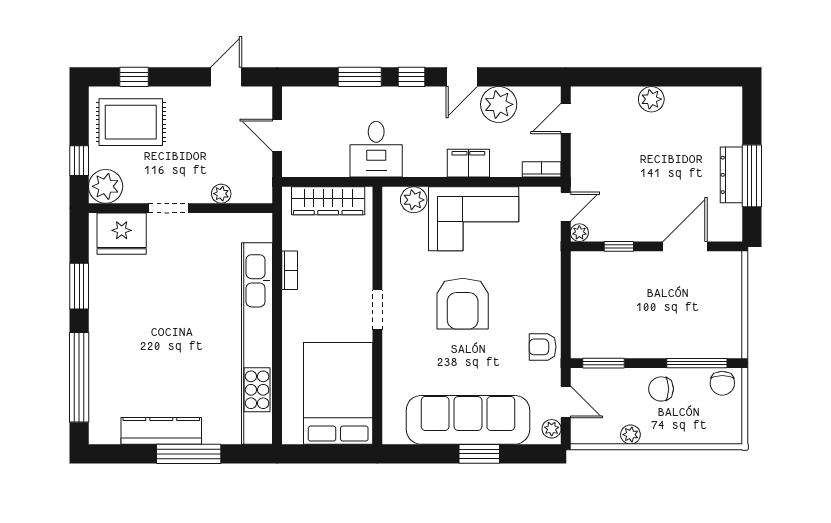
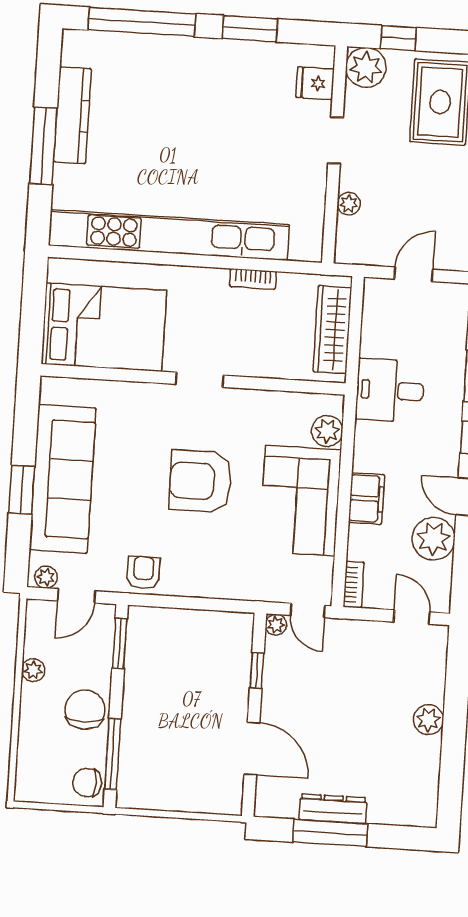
fridge: (122, 234) -> (315, 83), width x0.53, depth x0.75
chair: (661, 389) -> (85, 710), width x1.37, depth x1.37

